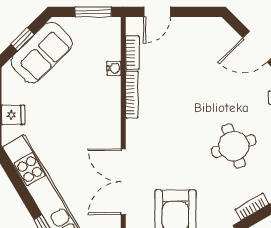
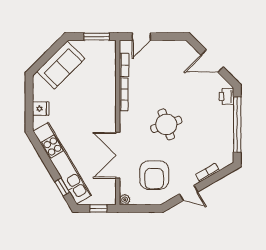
window: (23, 39) -> (47, 56), removed
water cooler: (114, 68) -> (111, 76), removed
round table: (234, 146) -> (166, 124), moved

